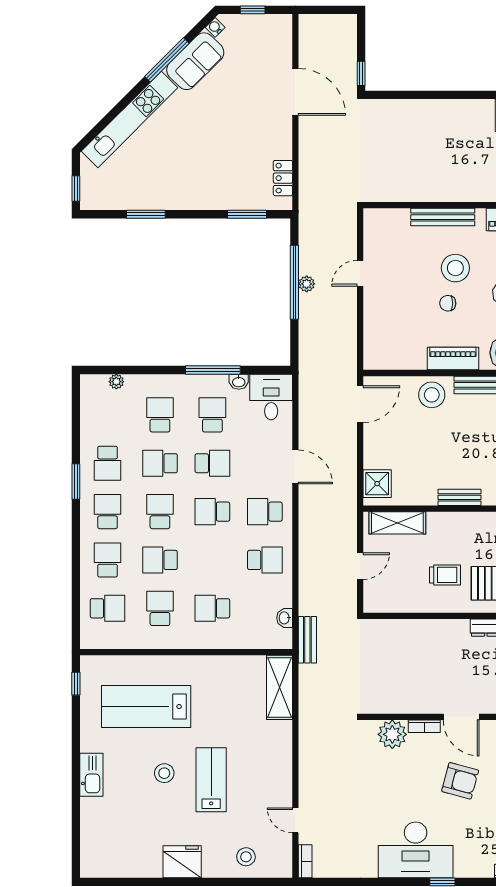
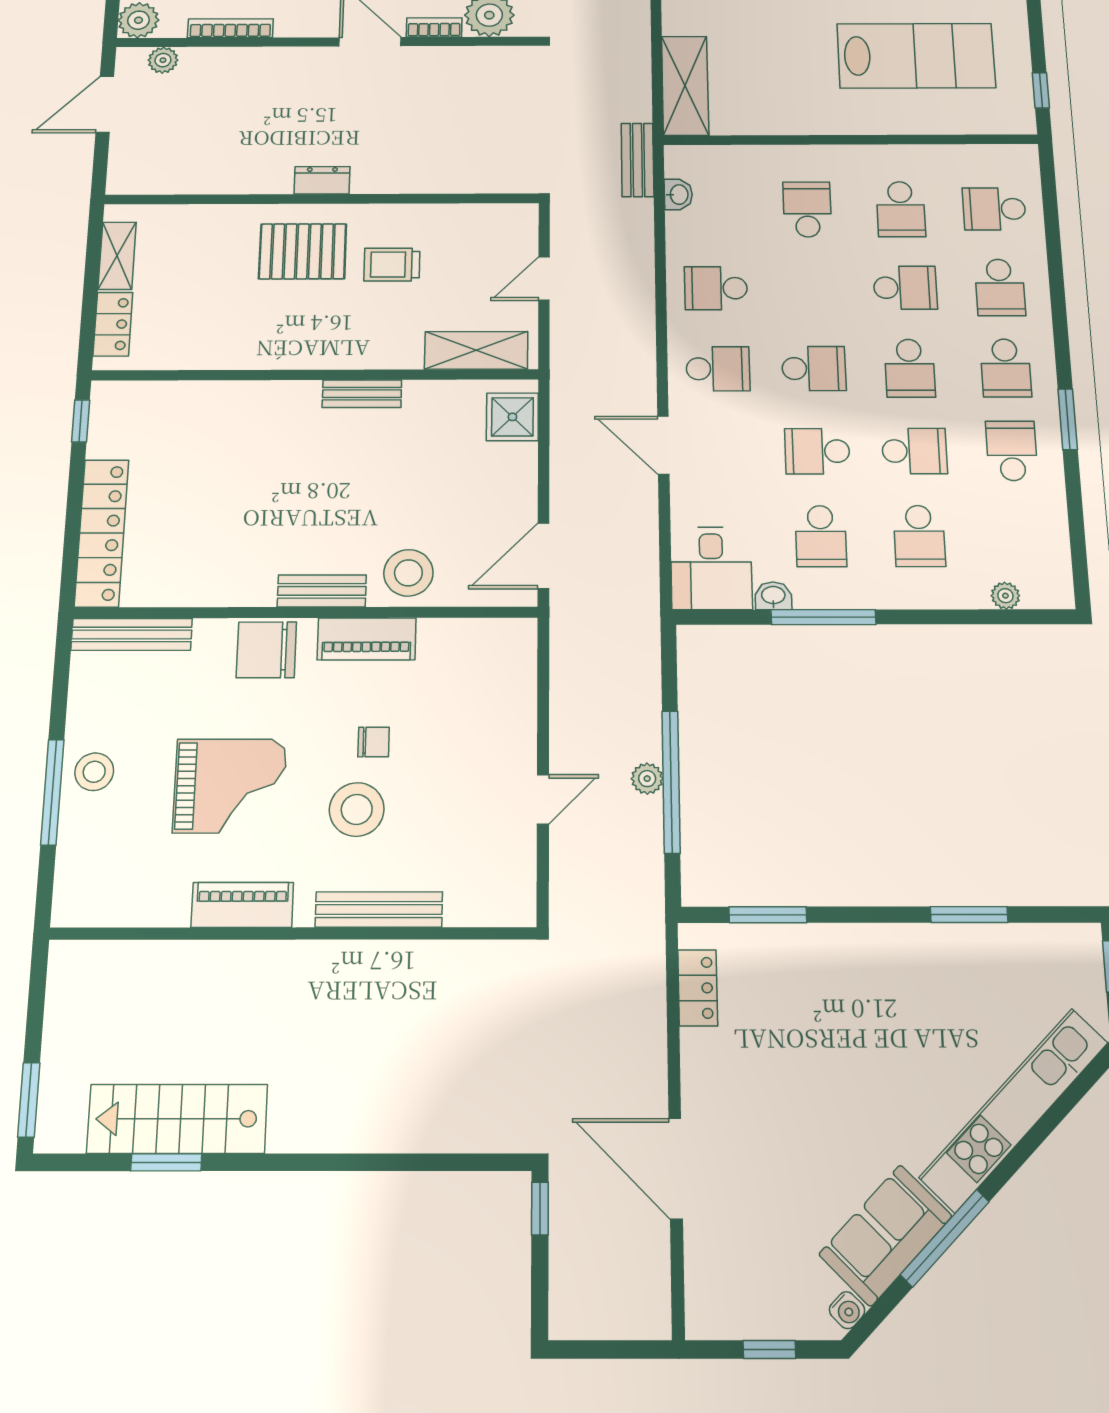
school desk: (212, 608) -> (807, 209), turned -90

